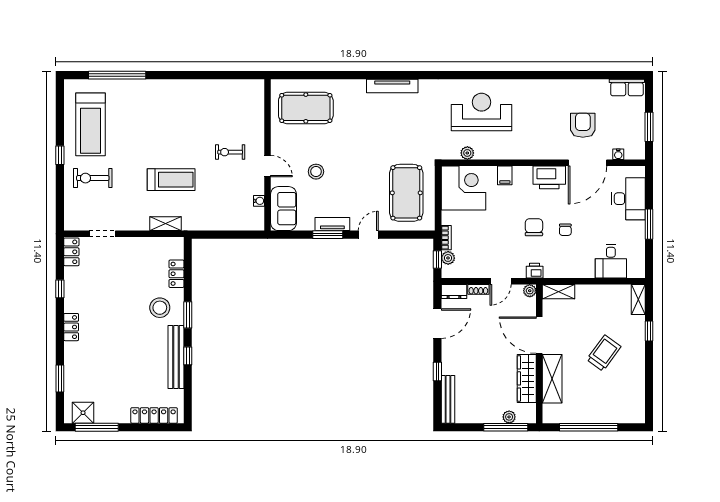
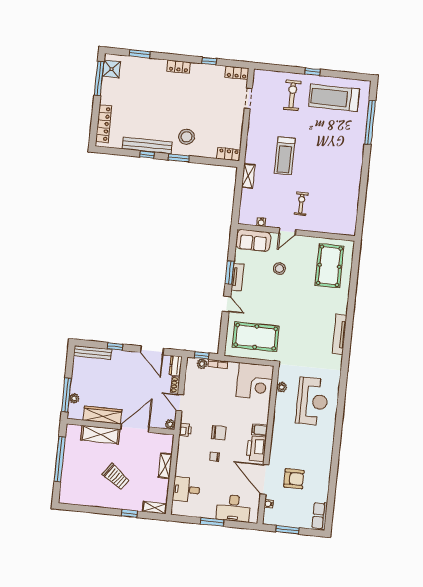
filing cabinet: (505, 175) -> (260, 430), moved
shelving: (166, 224) -> (248, 176), moved
locker: (176, 274) -> (229, 154), moved
shelving: (559, 292) -> (165, 466), moved

